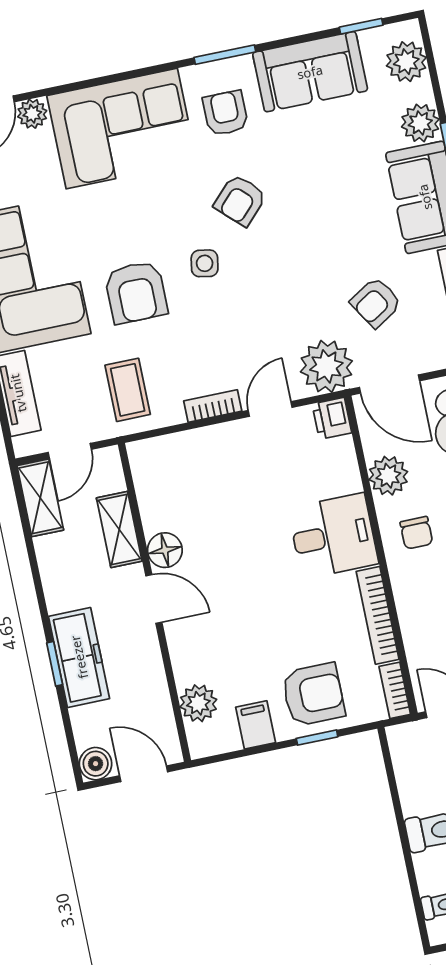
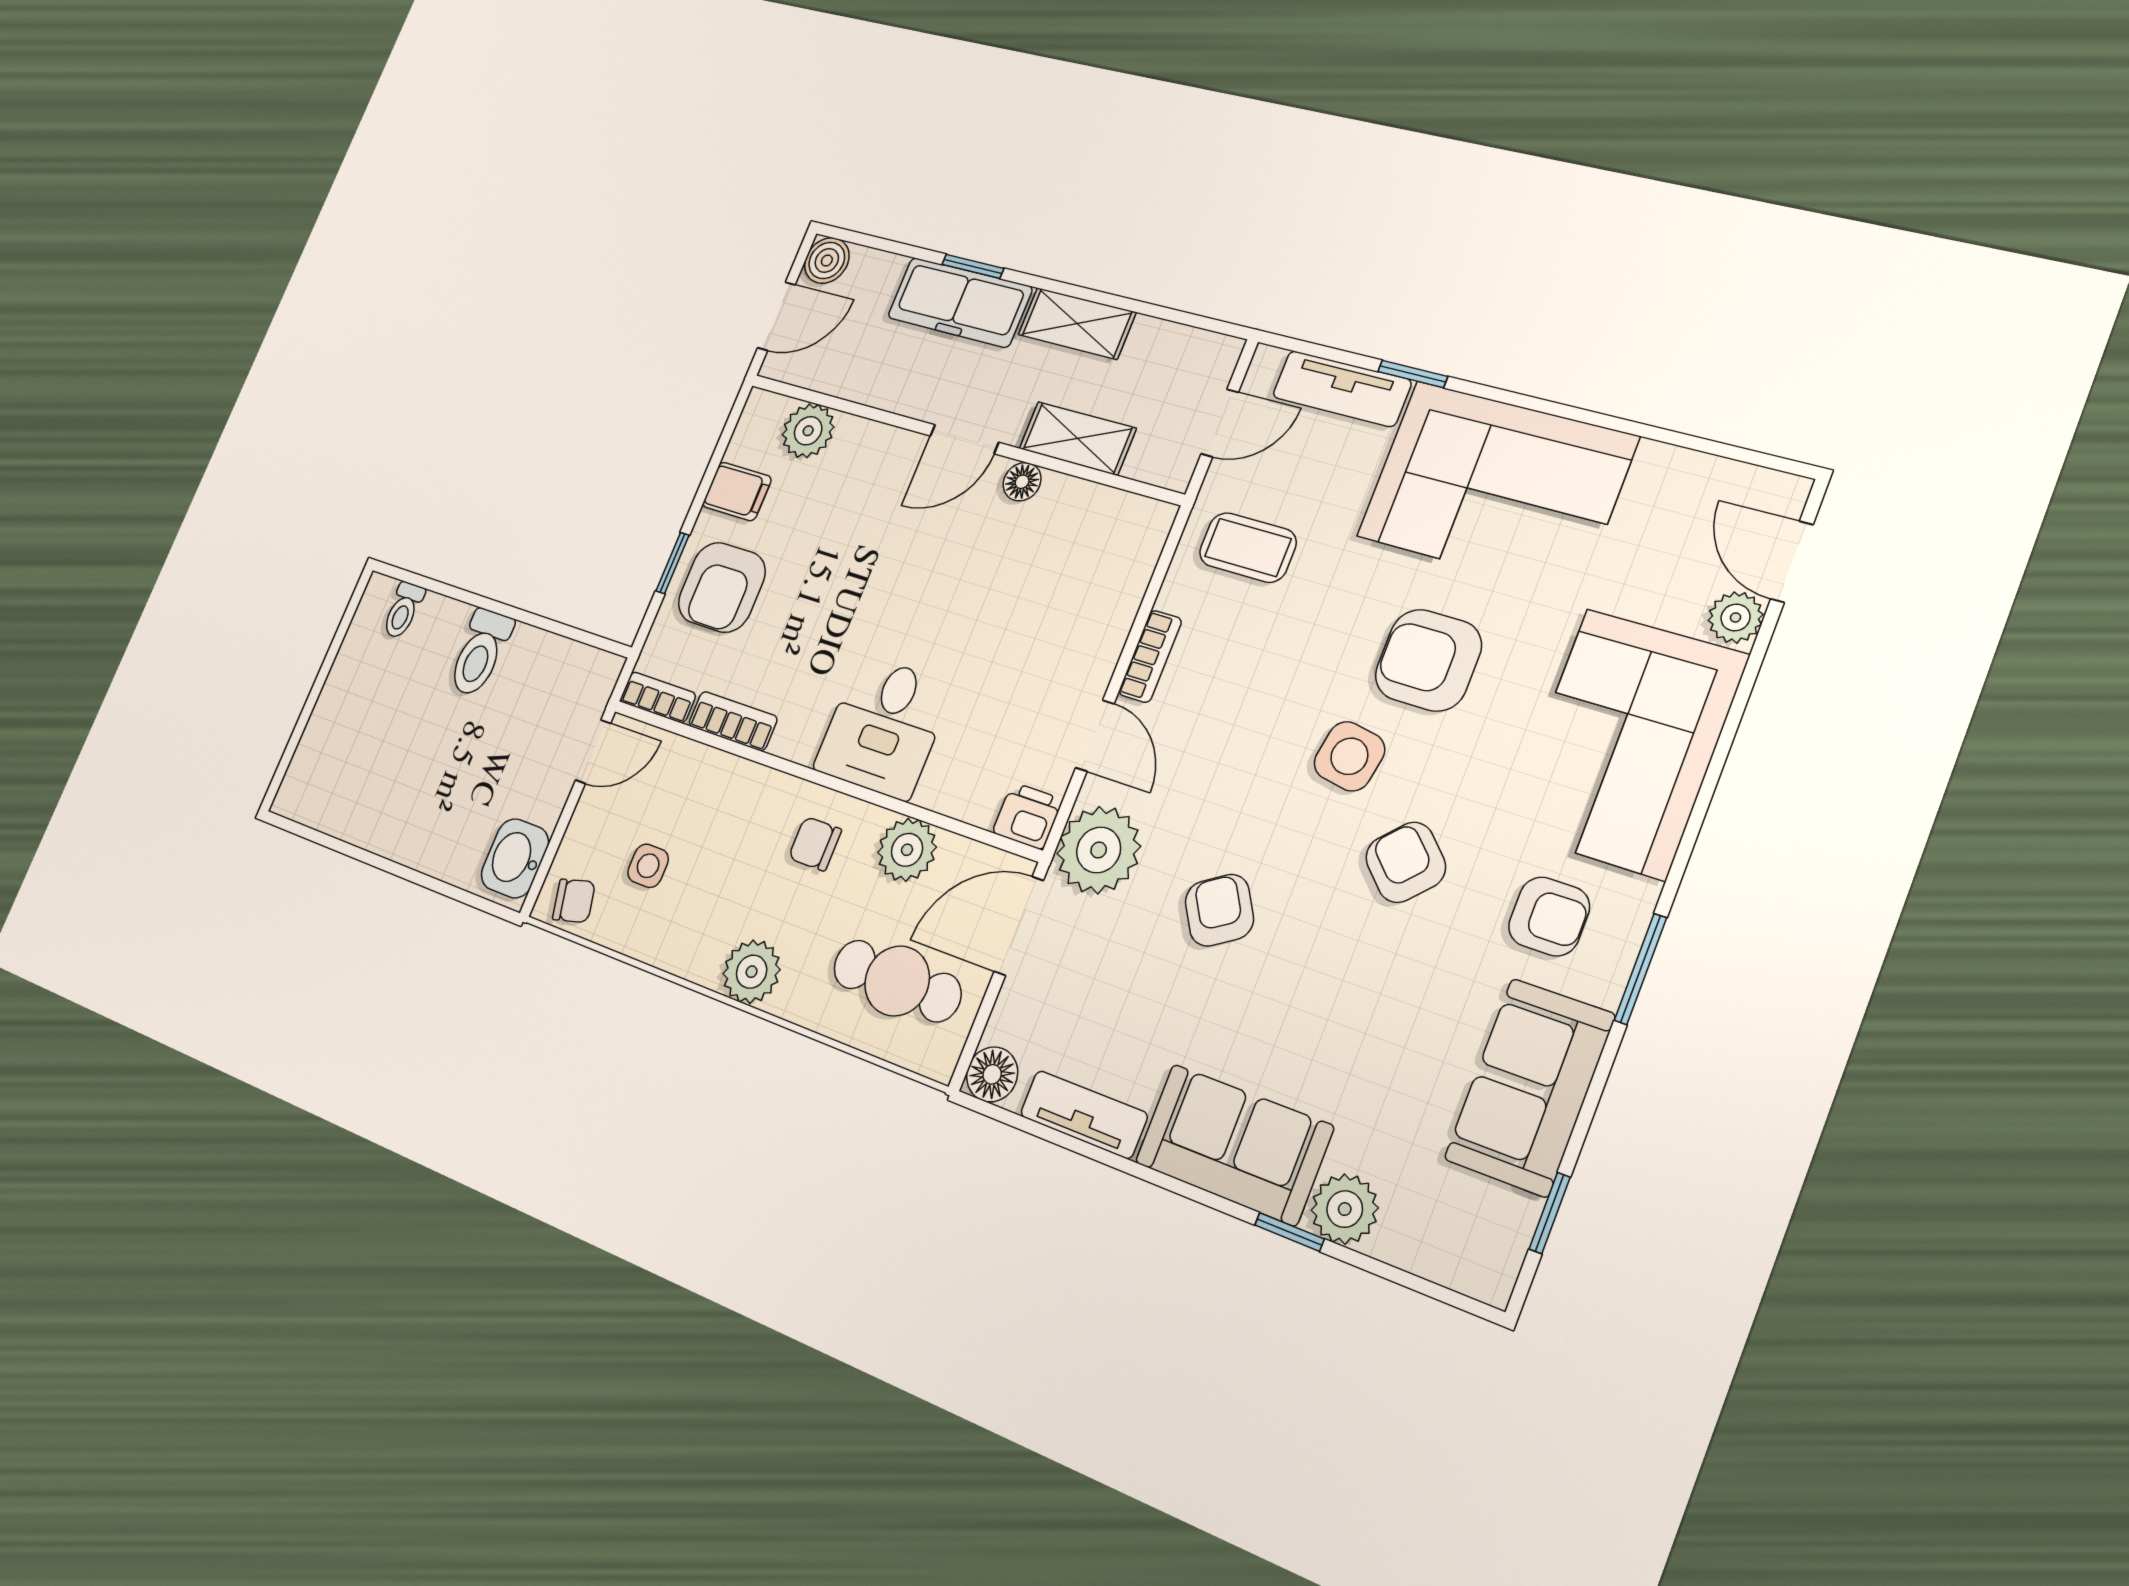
plant: (406, 62) -> (1450, 1249), removed
side table: (205, 263) -> (1349, 756), width x1.37, depth x1.37
armchair: (136, 292) -> (1428, 660), moved
armchair: (376, 302) -> (1219, 910), moved
door: (70, 451) -> (1220, 423), swing flipped
shelving: (40, 498) -> (1077, 323), moved
floor lamp: (165, 550) -> (1022, 482), width x0.73, depth x0.73
bookcase: (378, 615) -> (733, 721), width x0.64

